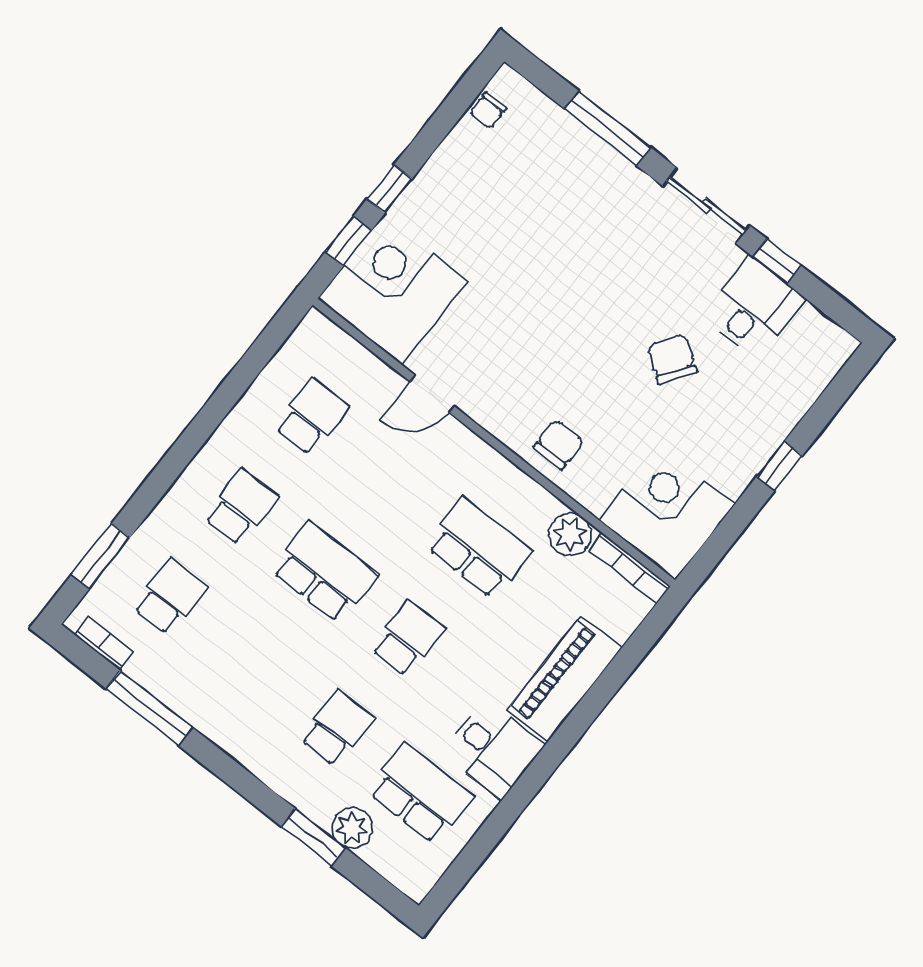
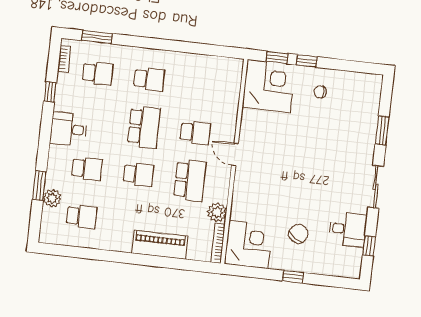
chair: (488, 110) -> (320, 92), moved
window: (608, 128) -> (382, 130), width x0.69
window: (777, 261) -> (369, 246), moved
chair: (672, 359) -> (298, 234), moved
door: (432, 394) -> (235, 154), moved
school desk: (311, 417) -> (195, 133), moved
chair: (559, 444) -> (249, 187), removed
window: (149, 708) -> (50, 92), width x0.46
desk: (493, 749) -> (69, 129), moved, turned 90
school desk: (420, 794) -> (81, 216), width x0.54

